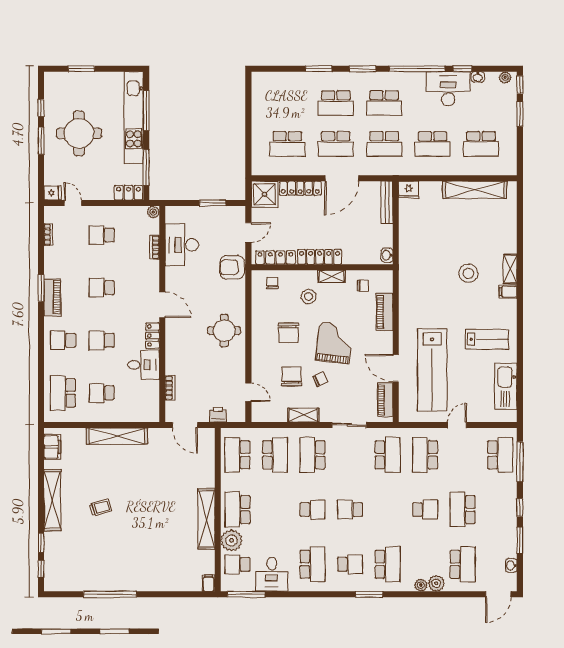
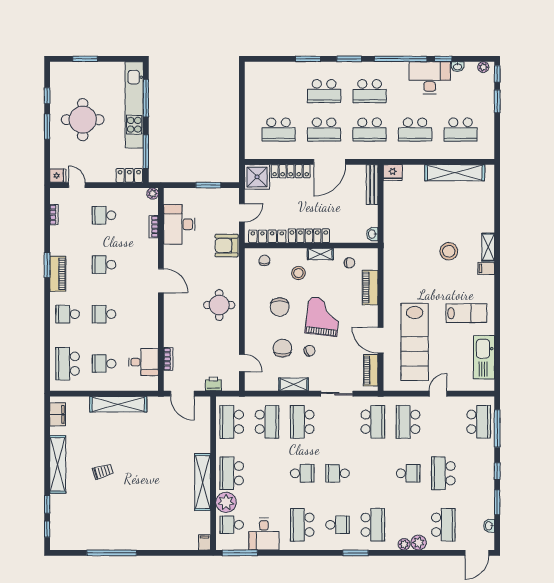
locker: (152, 336) -> (152, 310), removed
desk: (144, 365) -> (143, 362), moved
school desk: (313, 564) -> (302, 525), turned 180

